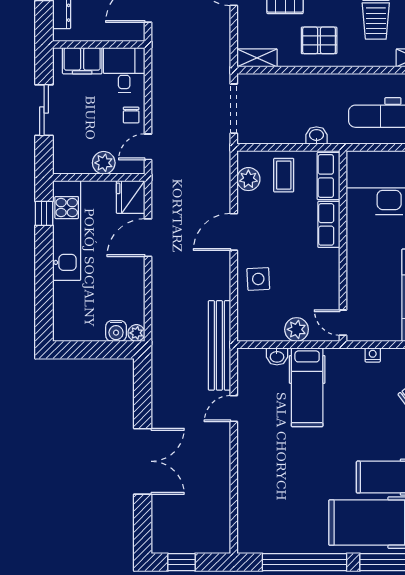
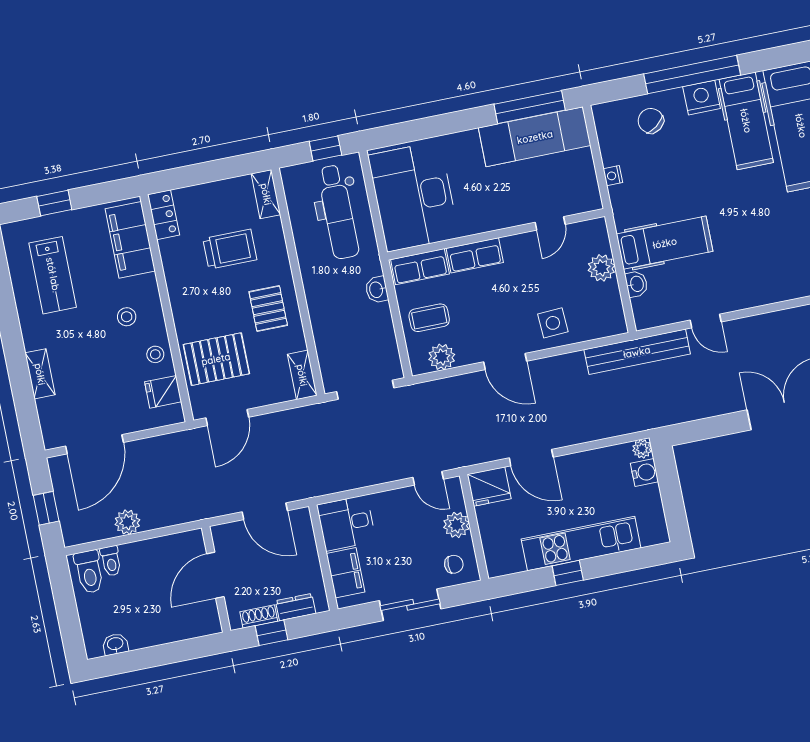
chair: (131, 115) -> (454, 564), moved
window: (44, 213) -> (568, 573), moved
kitchen unit: (67, 230) -> (581, 544), moved
door: (343, 323) -> (550, 223), moved

